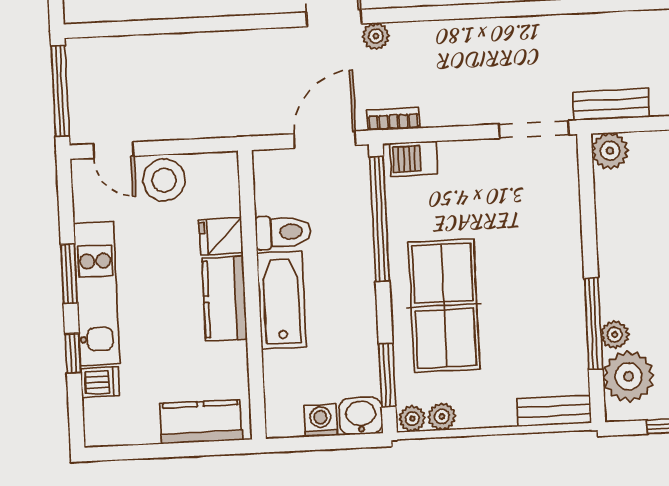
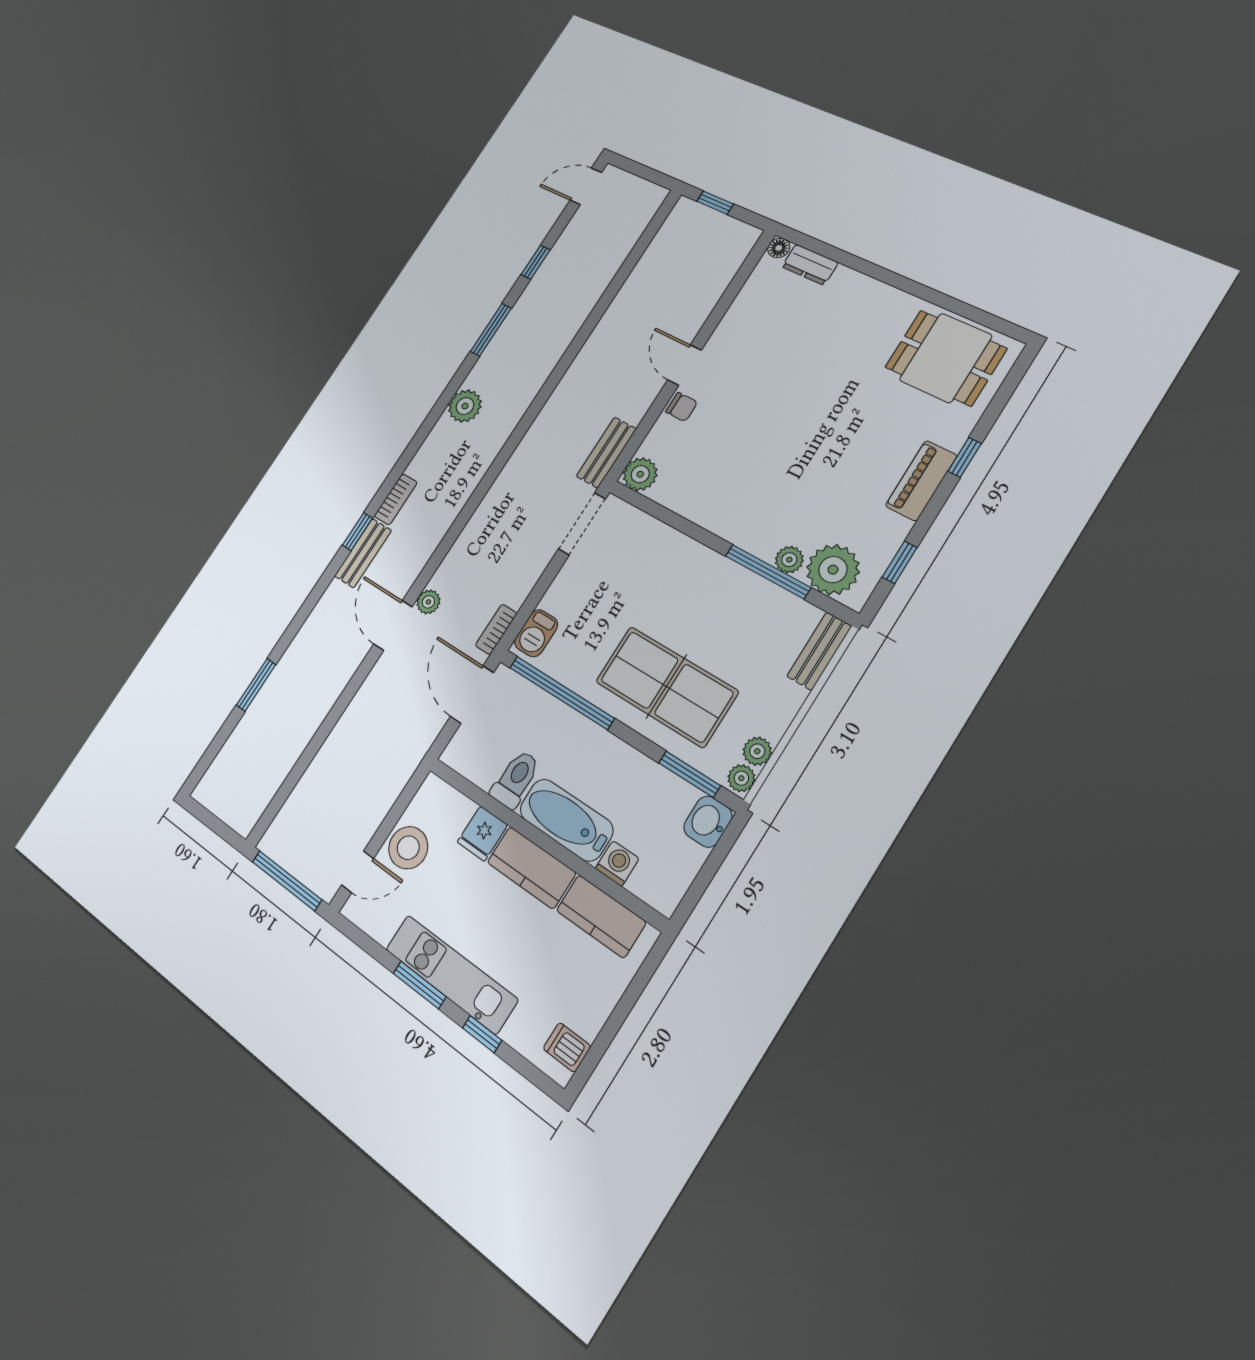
dishwasher: (100, 382) -> (567, 1047), moved, turned -90
washing machine: (321, 420) -> (617, 863), moved, turned 90
kitchen counter: (201, 422) -> (601, 916), moved, turned -90

